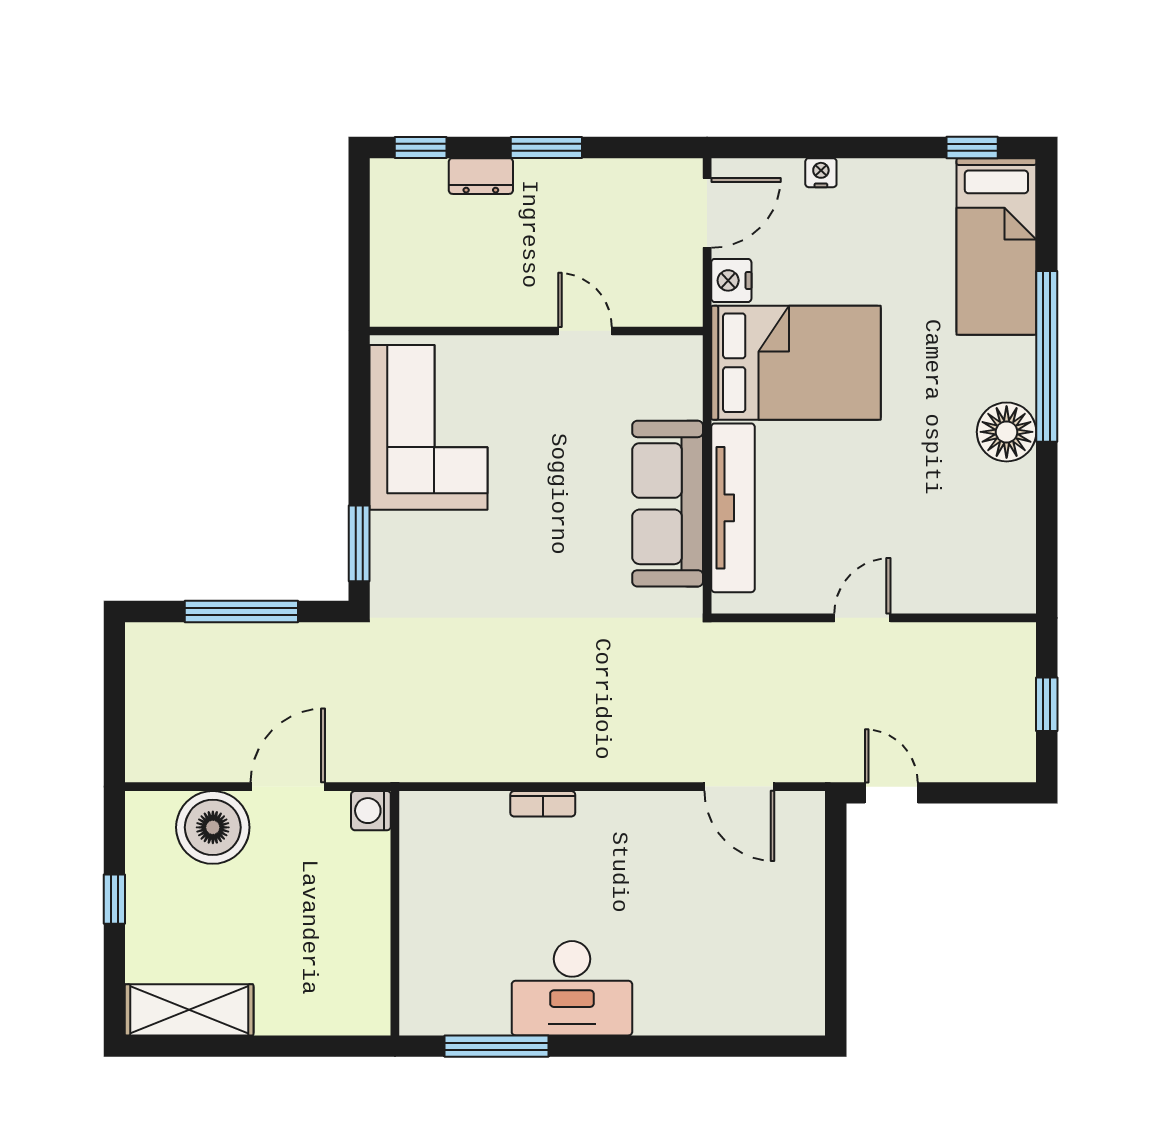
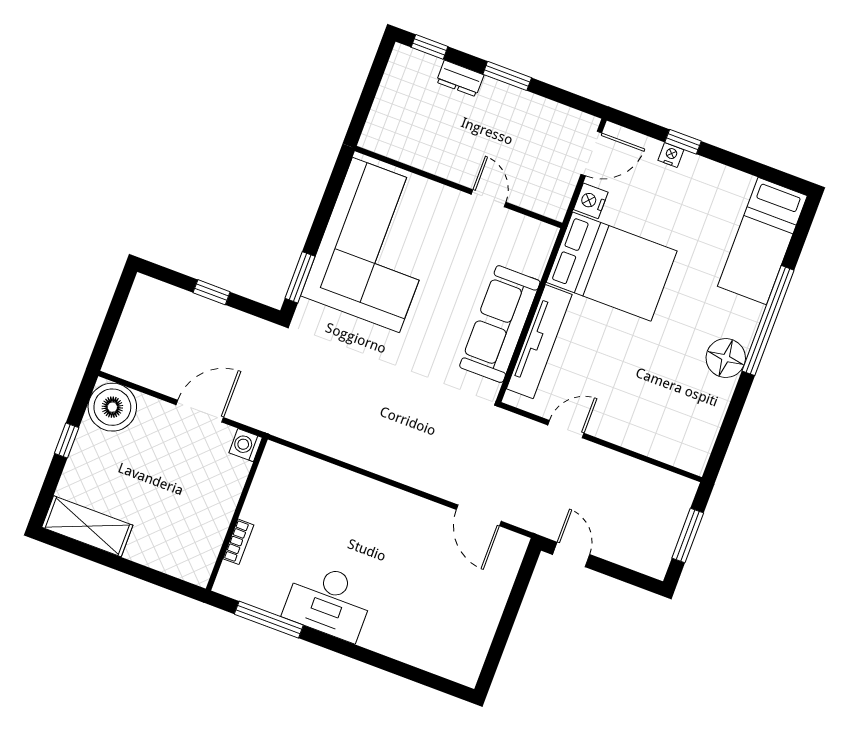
window: (972, 147) -> (683, 142), moved
corner sofa: (428, 427) -> (376, 245), width x1.36, depth x1.36
window: (241, 612) -> (212, 292), width x0.46
door: (862, 618) -> (566, 429), moved
window: (1047, 704) -> (688, 536), width x1.50
bookcase: (543, 804) -> (238, 542), moved, turned -90
boiler: (213, 827) -> (112, 407), moved

